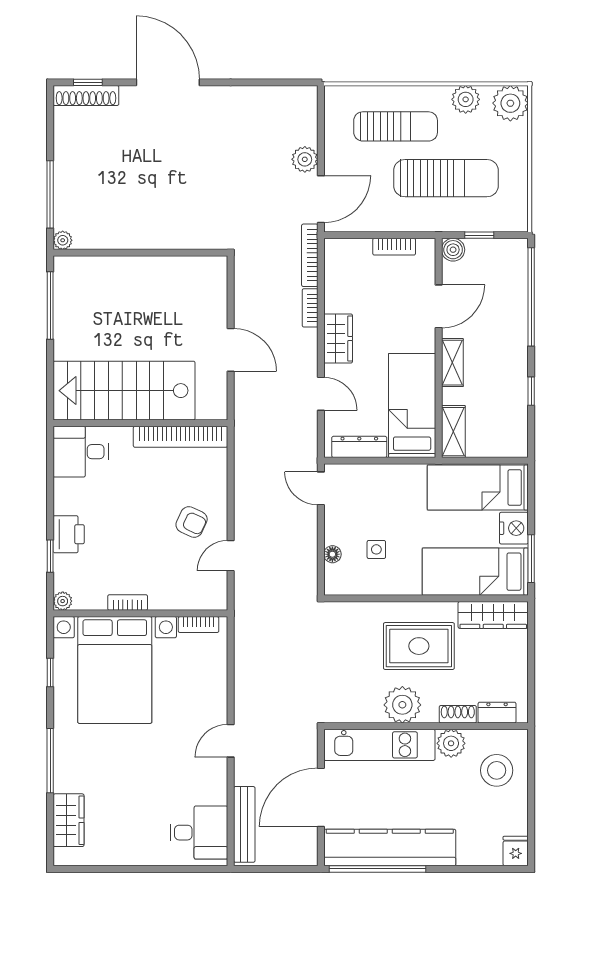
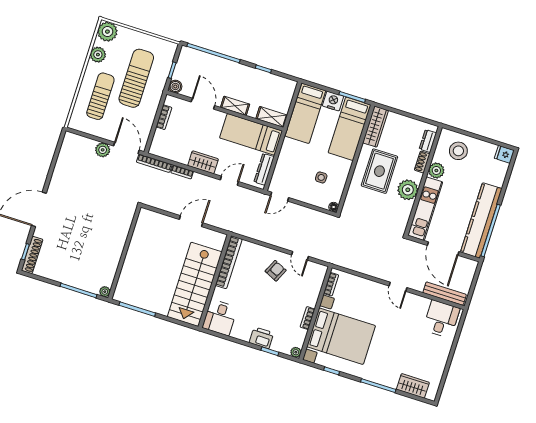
floor lamp: (332, 554) -> (334, 207), moved

